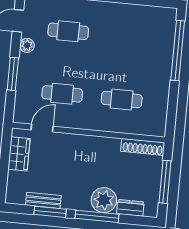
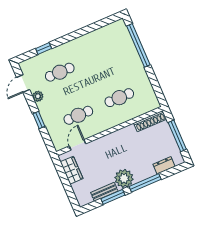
window: (13, 74) -> (39, 120), width x0.67
plant: (104, 200) -> (124, 178), moved

